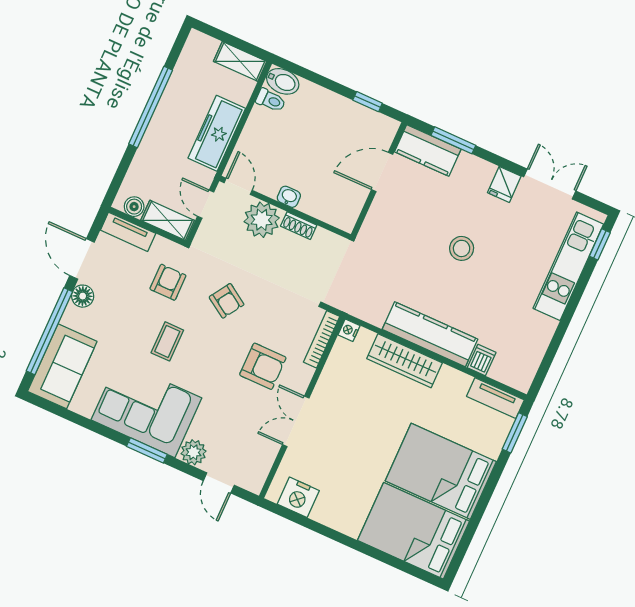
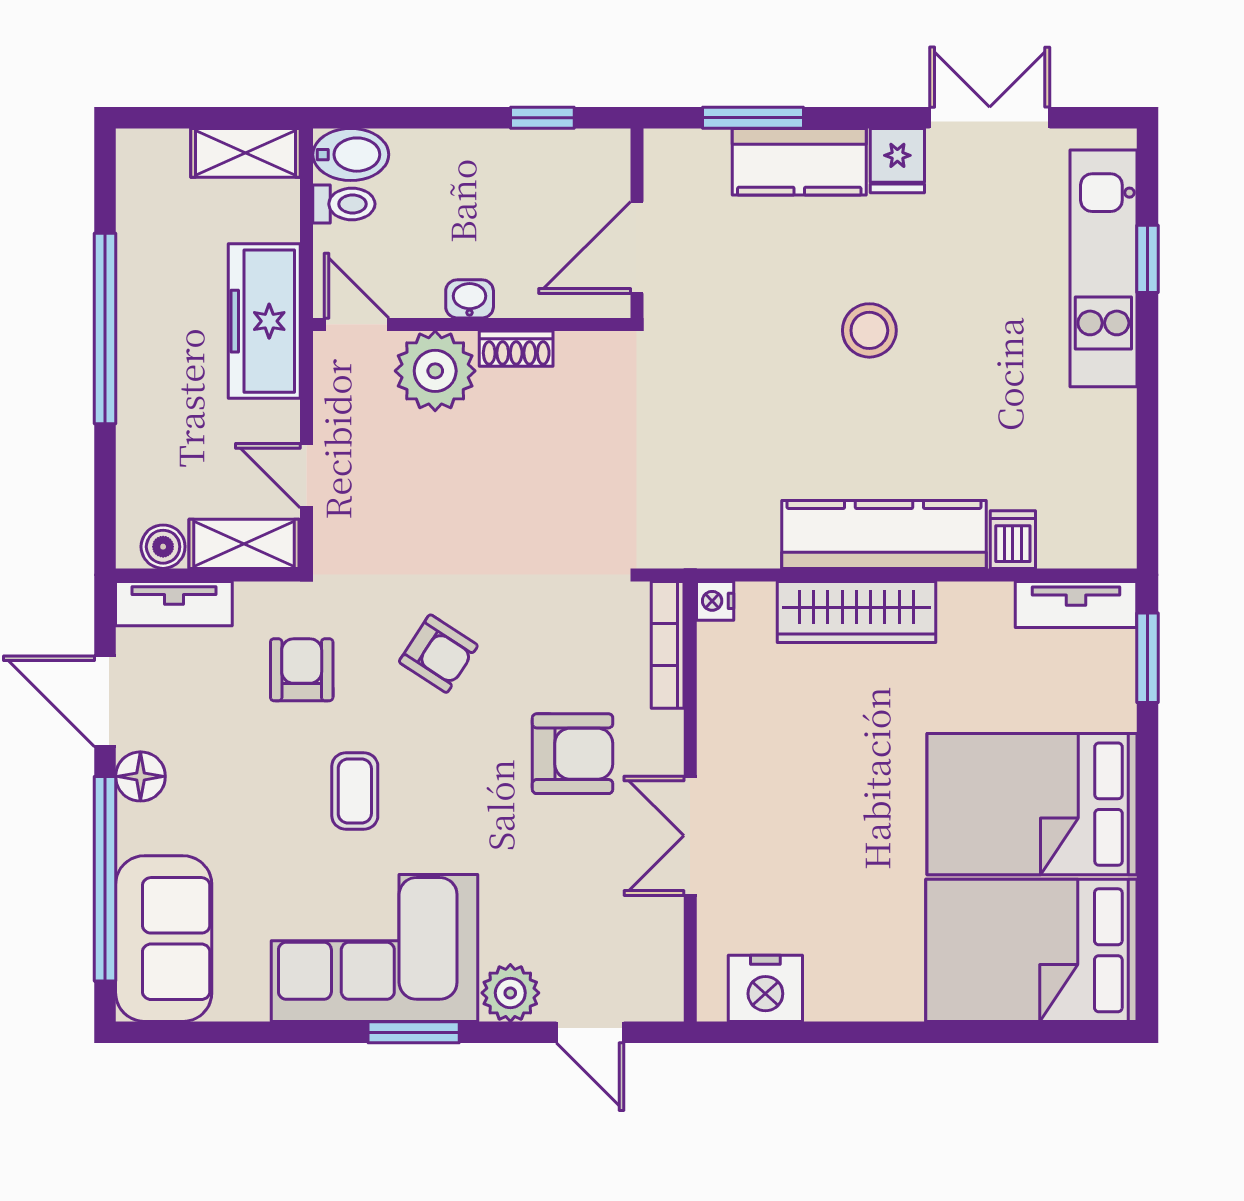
kitchen counter: (428, 150) -> (799, 162), moved
door: (238, 186) -> (357, 324), moved
washbasin: (289, 197) -> (470, 299), moved
wall: (285, 208) -> (472, 324), moved
plant: (262, 220) -> (435, 371), moved
shoe rack: (299, 226) -> (516, 349), moved
window: (600, 244) -> (1147, 259), moved

